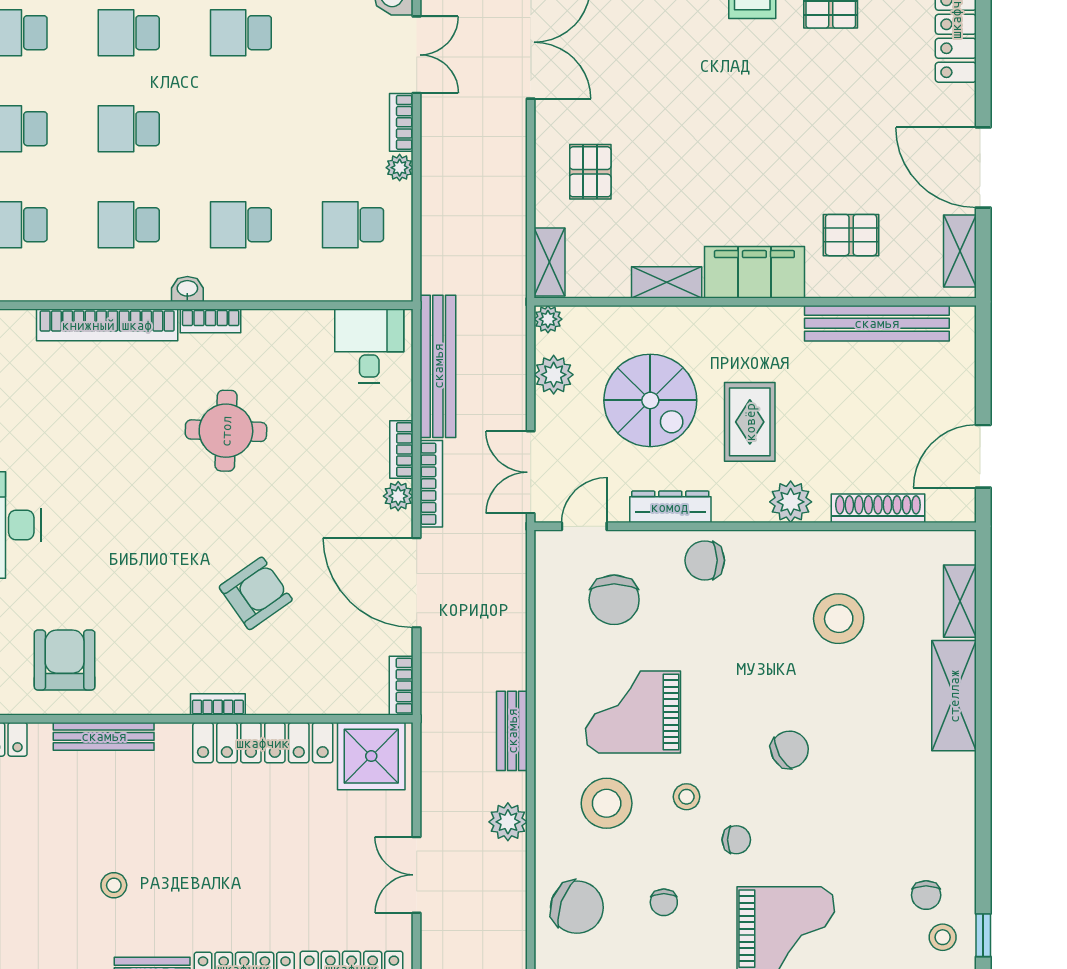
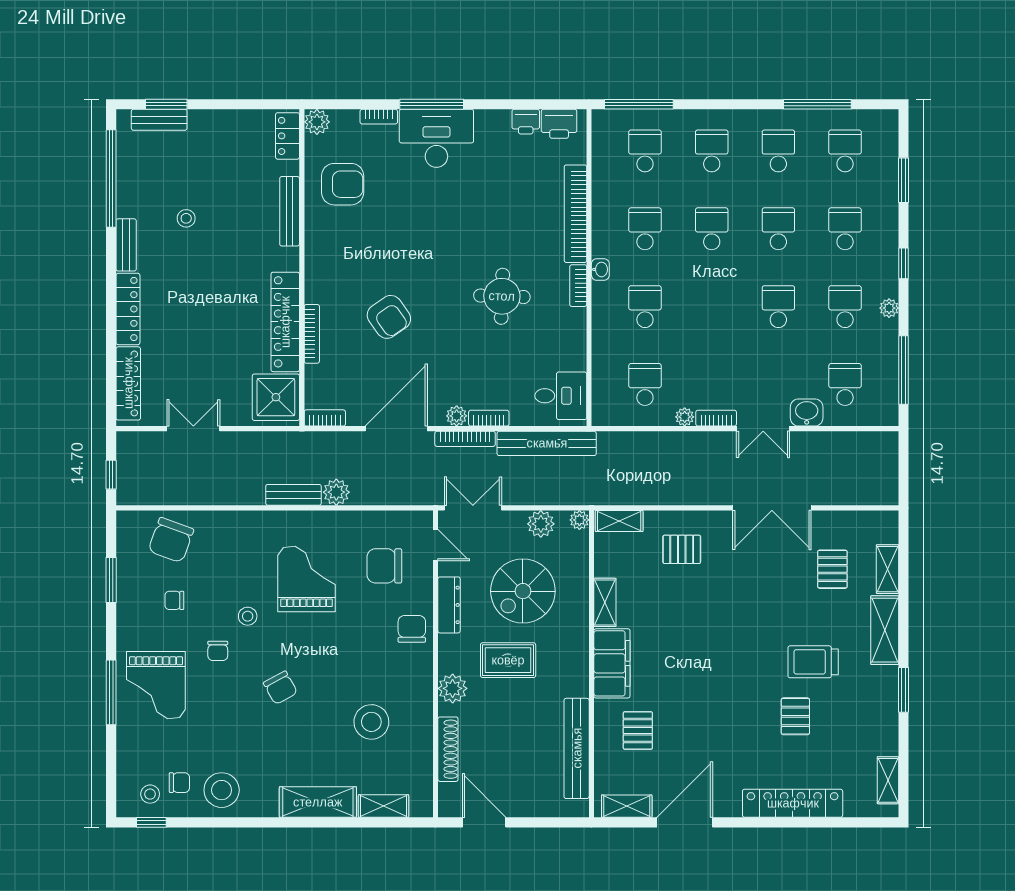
bookcase: (218, 704) -> (312, 334), moved, width x1.56
stool: (607, 803) -> (222, 790), moved
plant: (508, 822) -> (336, 492), moved
chair: (926, 895) -> (179, 783), turned 180

